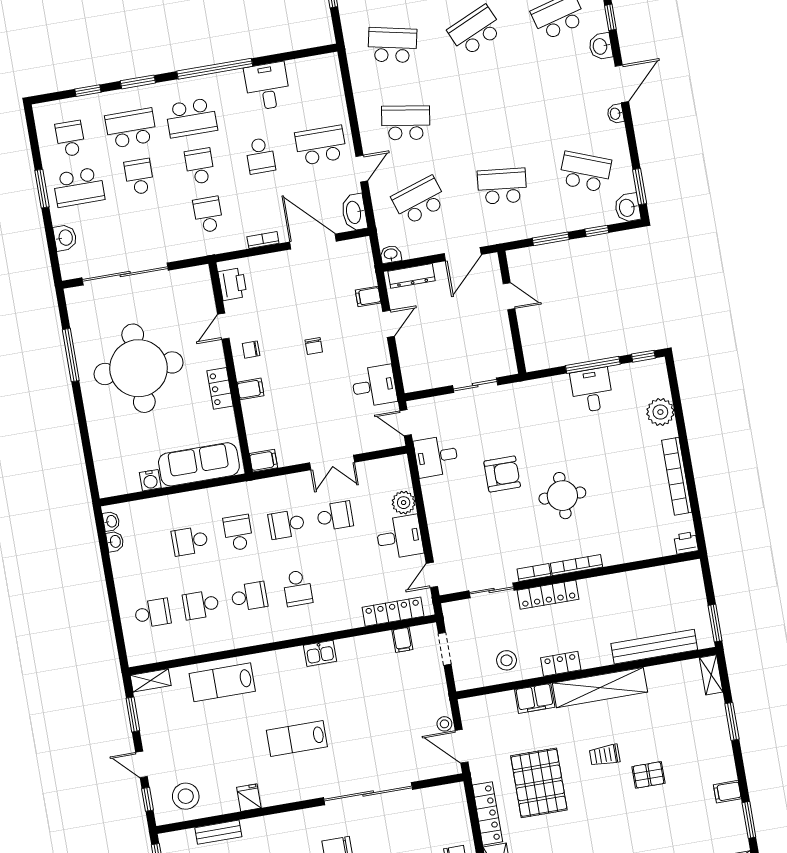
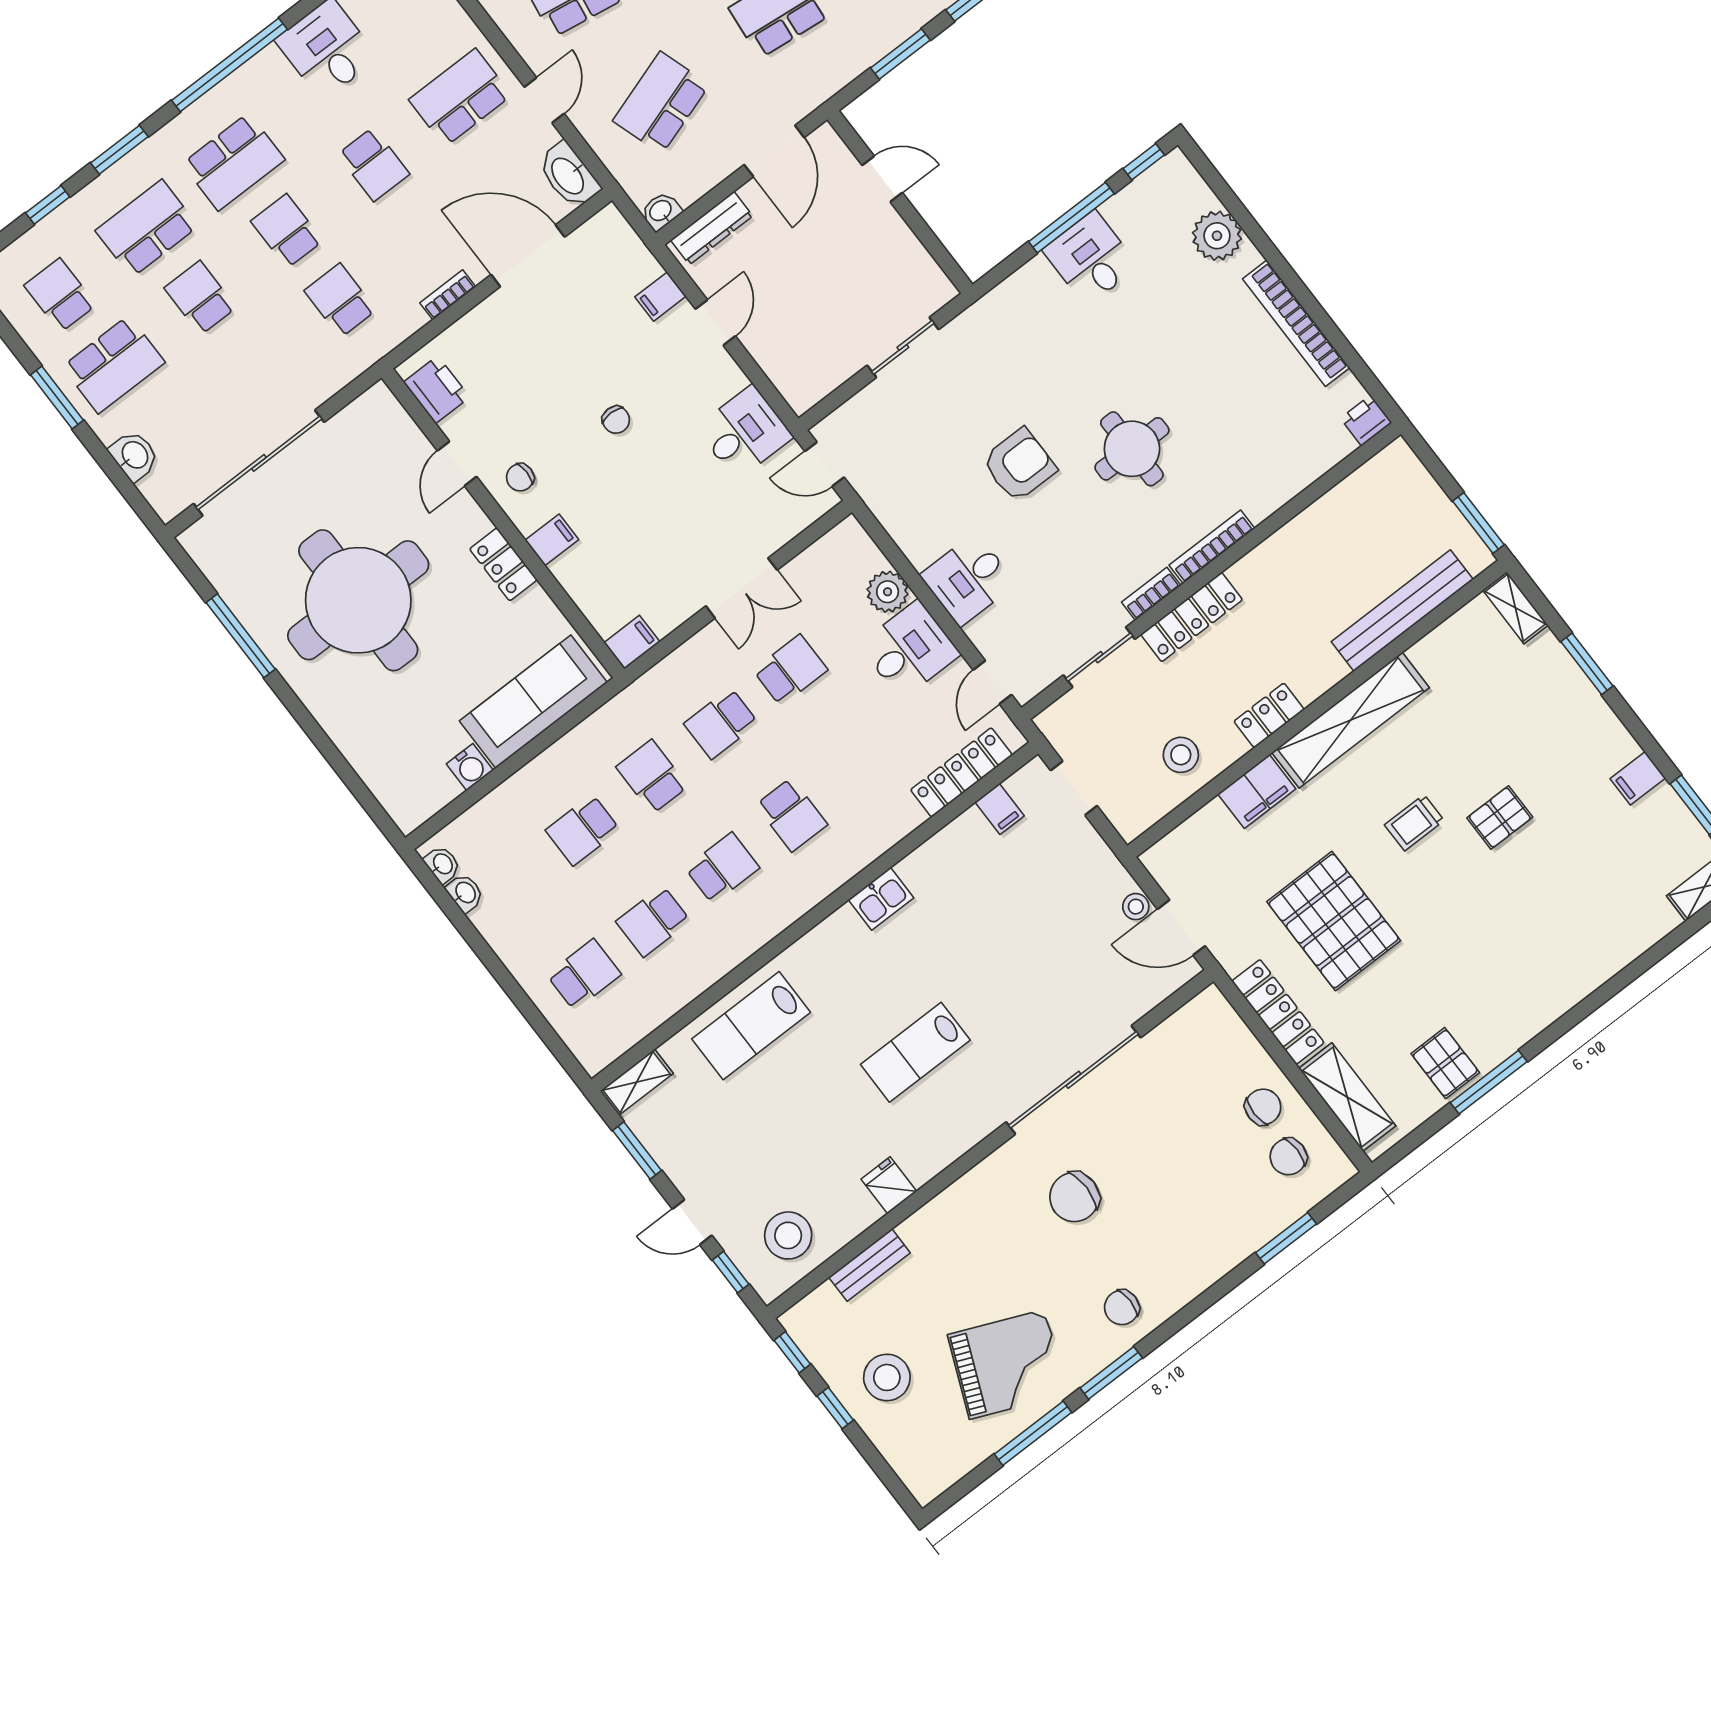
desk: (436, 456) -> (968, 579), moved

